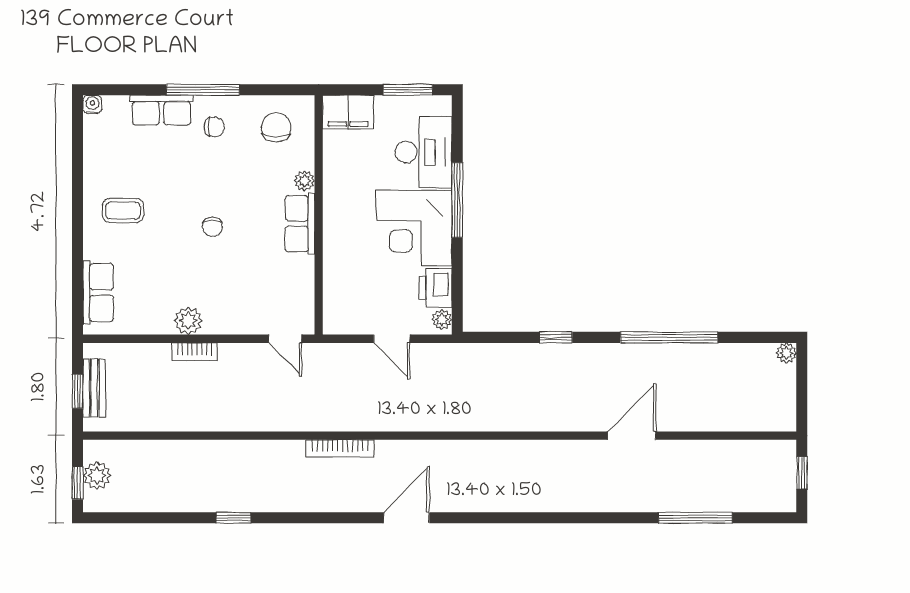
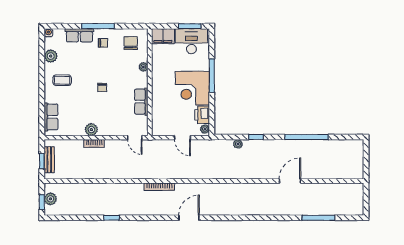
desk: (424, 152) -> (191, 41), moved, turned -90
plant: (97, 157) -> (51, 56), added
row of seats: (300, 224) -> (141, 102), moved
plant: (786, 353) -> (238, 144), moved
window: (802, 473) -> (366, 198), removed

